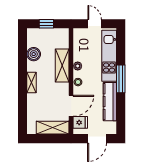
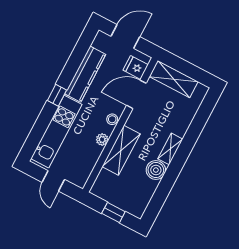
boiler: (34, 54) -> (156, 170), moved
window: (121, 79) -> (57, 95), width x0.46

